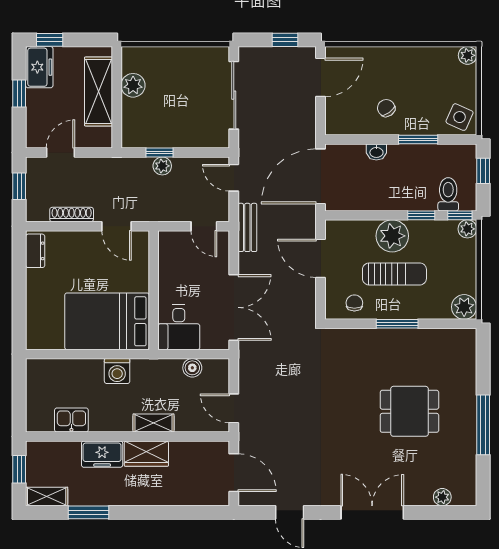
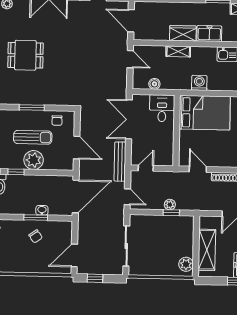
plant: (133, 85) -> (186, 264), moved
window: (418, 140) -> (36, 218), moved
door: (204, 226) -> (146, 168), hinge flipped
bench: (247, 227) -> (120, 162), width x1.36
sun lounger: (394, 274) -> (33, 137), turned 180

